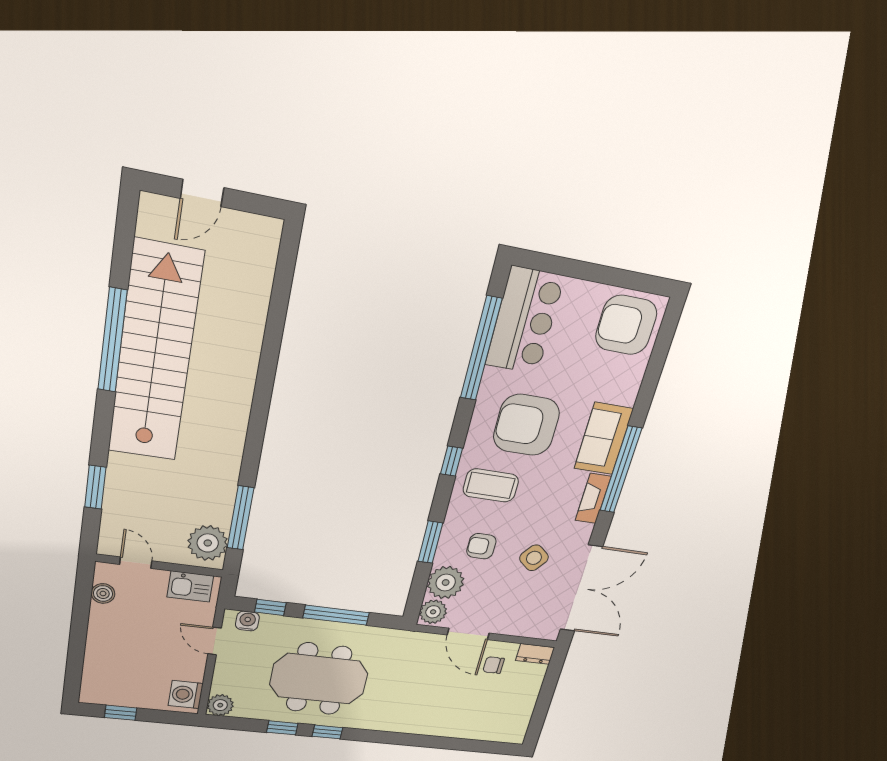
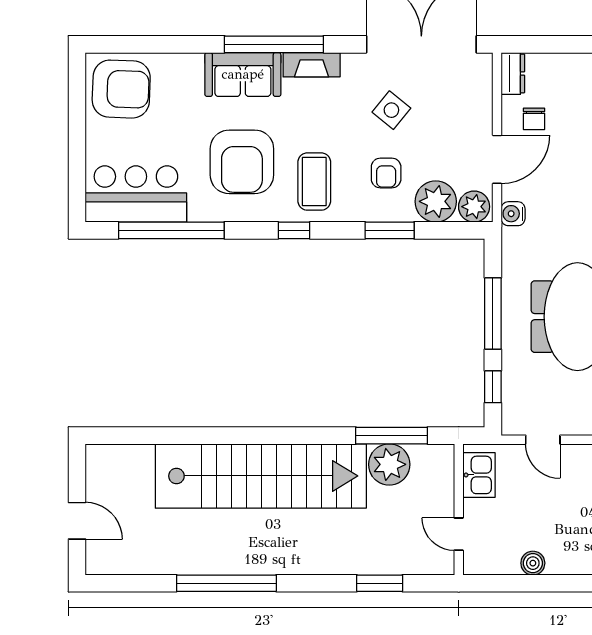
armchair: (626, 325) -> (121, 89), turned -88
stairs: (155, 354) -> (261, 476), moved, turned 180
plant: (208, 543) -> (389, 464), moved
door: (136, 563) -> (459, 534), hinge flipped
boiler: (103, 593) -> (533, 563), moved
water cooler: (247, 621) -> (513, 214), moved
door: (215, 641) -> (543, 440), hinge flipped

